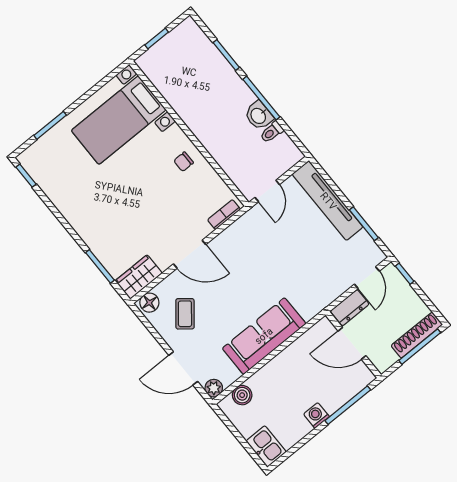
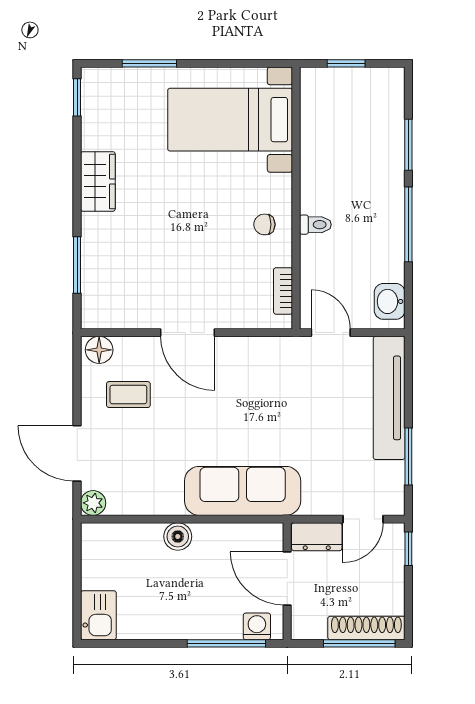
washbasin: (259, 116) -> (390, 301), moved
toilet: (272, 132) -> (315, 225), moved, turned 180
door: (267, 191) -> (331, 333), swing flipped
bookcase: (224, 215) -> (283, 291), moved, turned -90
wardrobe: (139, 277) -> (98, 181), moved, turned 90
coffee table: (185, 314) -> (128, 395), turned 51
sofa: (264, 336) -> (243, 491), moved
boiler: (242, 395) -> (178, 536), moved
washing machine: (316, 415) -> (257, 626), moved

